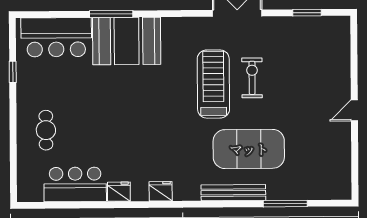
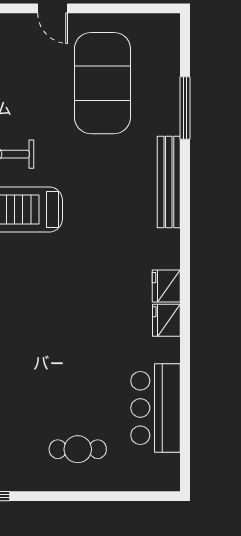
exercise mat: (249, 149) -> (102, 83), moved
fridge: (119, 192) -> (166, 320), moved

